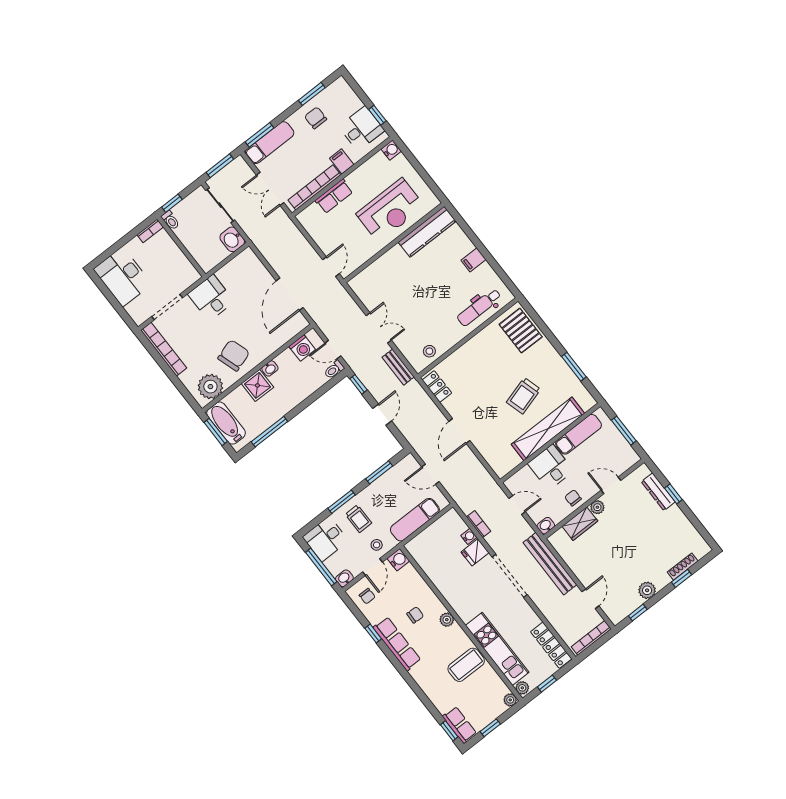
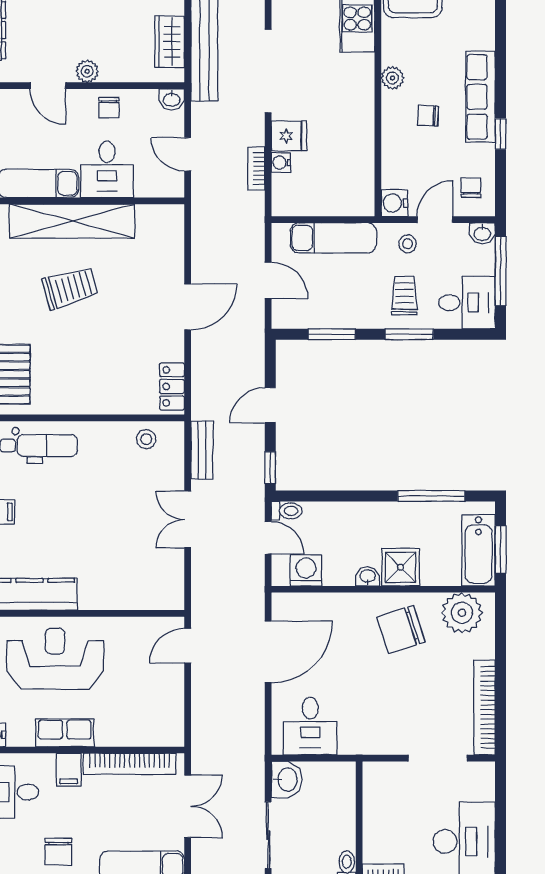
row of seats: (334, 196) -> (65, 733), moved
desk: (211, 298) -> (310, 726), moved
wardrobe: (580, 524) -> (170, 42), moved, turned -90

